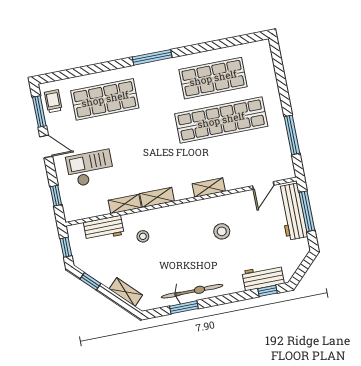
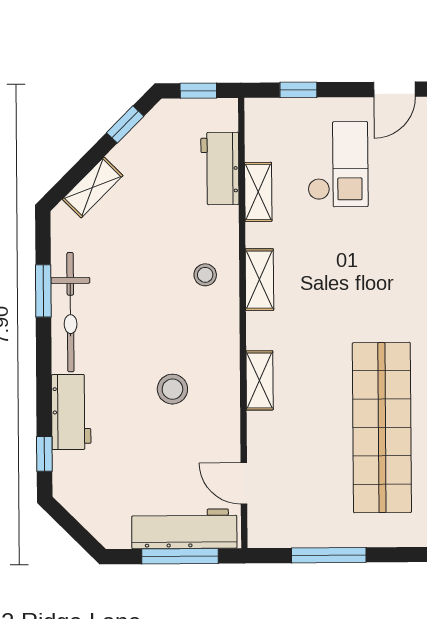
shelving: (125, 204) -> (258, 192), moved
stool: (143, 236) -> (205, 275), moved
workbench: (263, 277) -> (71, 412), moved

